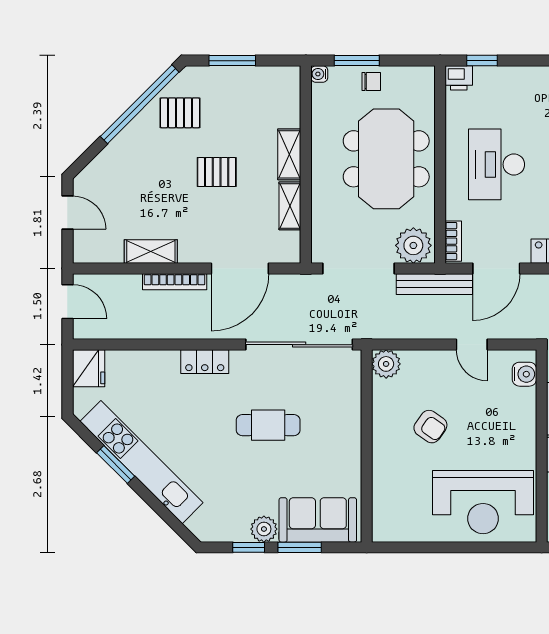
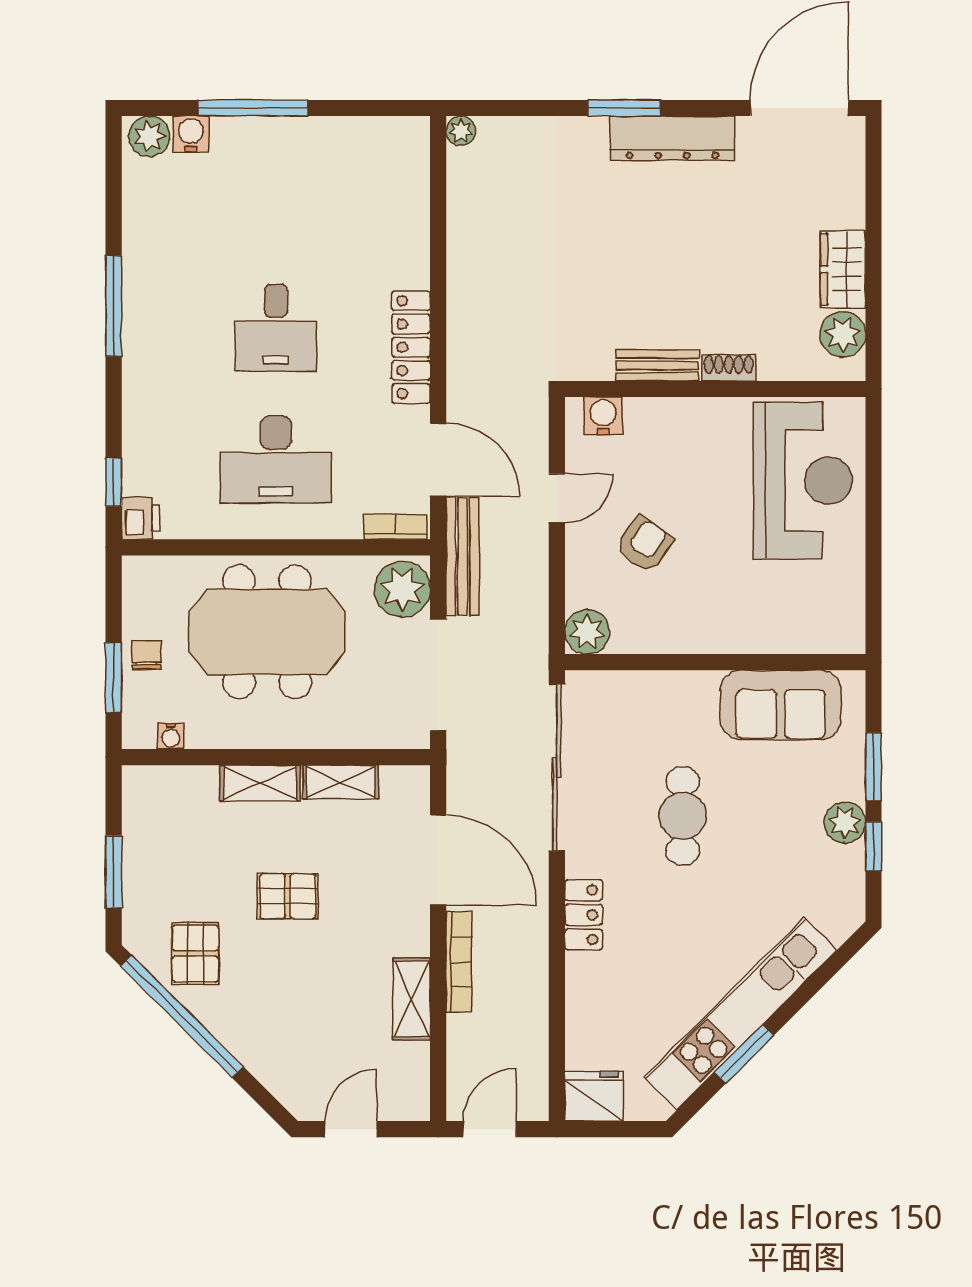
water cooler: (319, 74) -> (171, 736), moved
pallet: (217, 172) -> (288, 896), turned 90
armchair: (430, 427) -> (645, 544), moved
sofa: (318, 520) -> (781, 705), moved, turned -90

